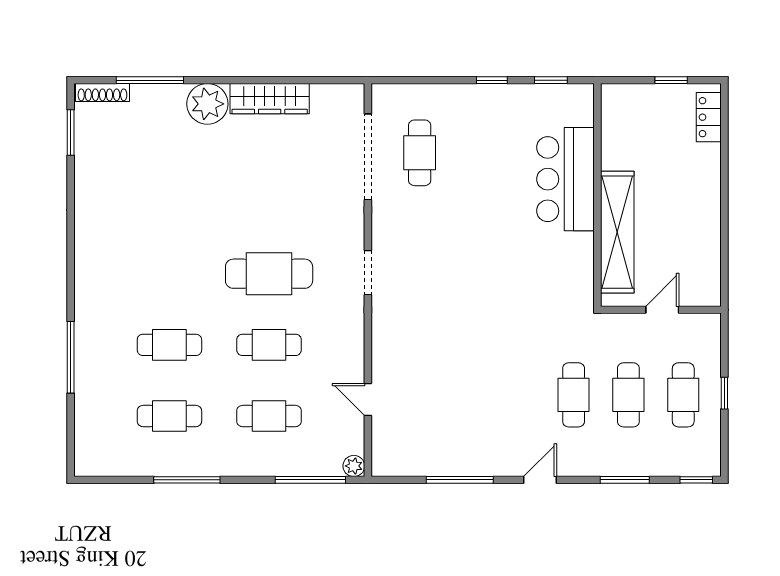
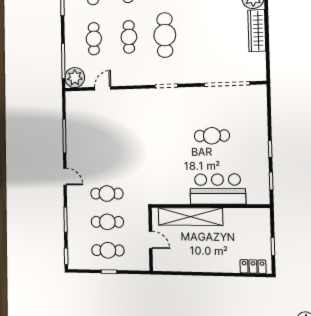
cafe table: (420, 153) -> (212, 136), moved
plant: (354, 466) -> (75, 78), width x1.87, depth x1.87

